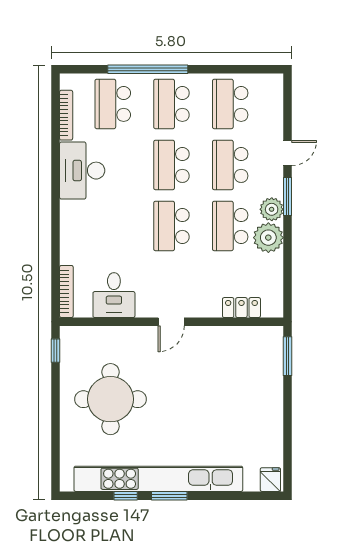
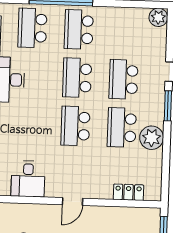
school desk: (230, 104) -> (125, 31), removed
plant: (272, 209) -> (158, 17), moved

